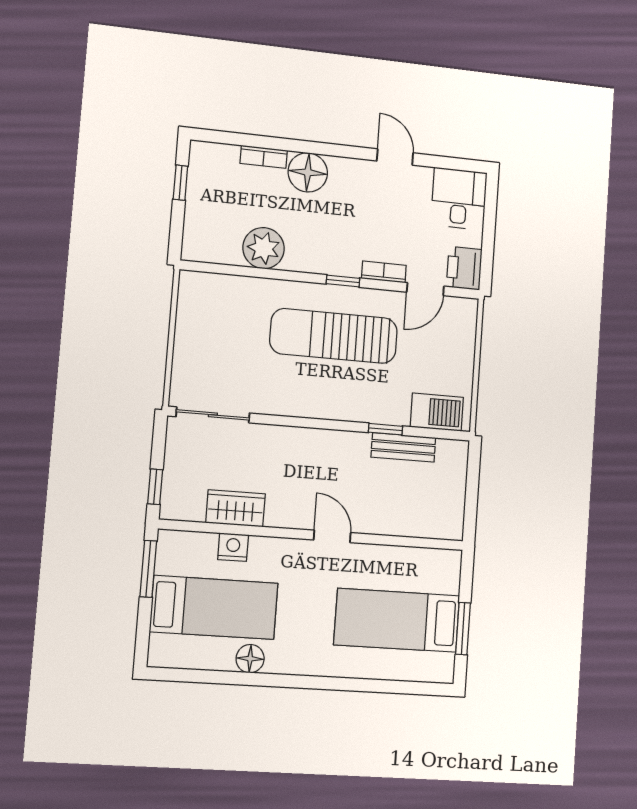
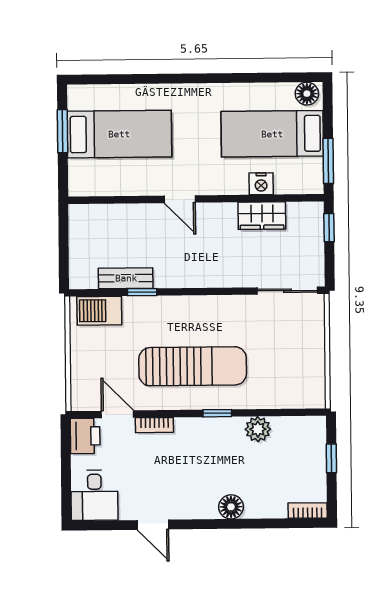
bookcase: (264, 157) -> (308, 510), moved
floor lamp: (308, 172) -> (231, 507), width x0.73, depth x0.73
window: (180, 183) -> (331, 458), moved
plant: (264, 248) -> (258, 429), width x0.73, depth x0.73
window: (343, 281) -> (217, 413), moved
door: (425, 289) -> (117, 414), hinge flipped
floor lamp: (250, 659) -> (307, 94), moved

